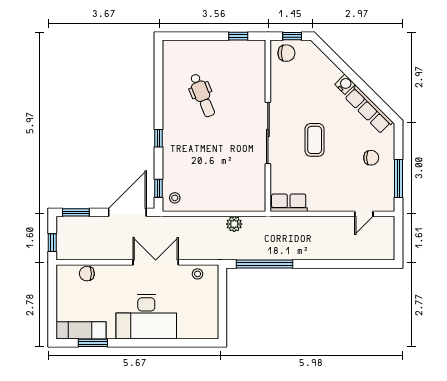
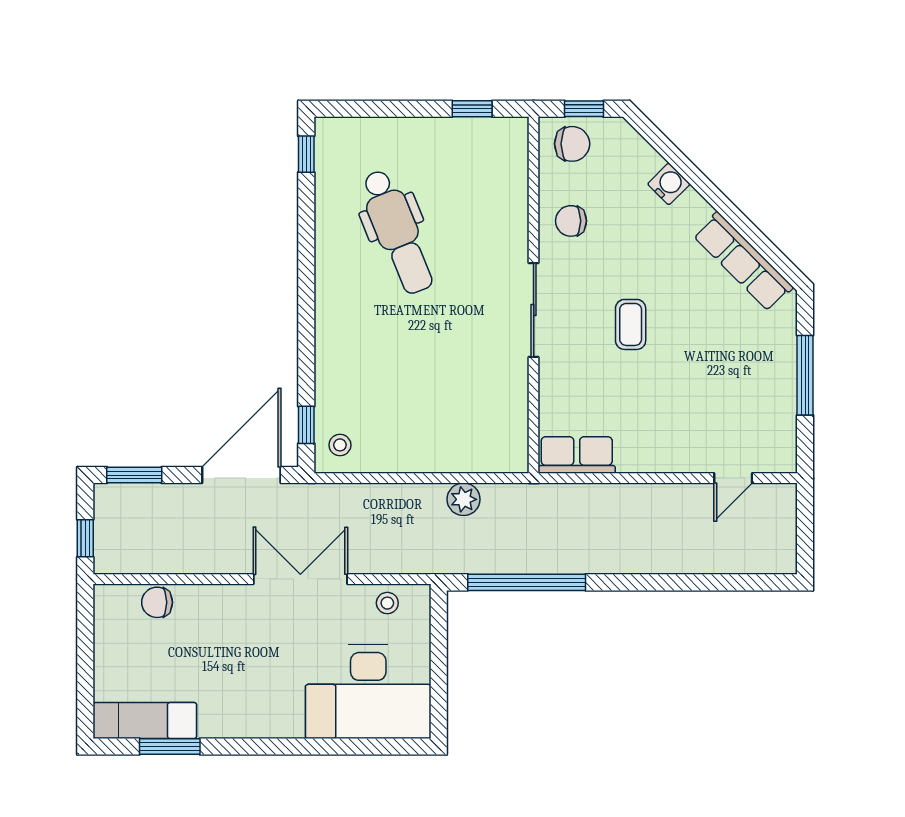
water cooler: (345, 84) -> (669, 184), moved
dental chair: (202, 95) -> (397, 232), width x1.36, depth x1.38
sliding door: (268, 133) -> (534, 310), width x0.73
window: (159, 138) -> (306, 154), moved
coffee table: (315, 140) -> (631, 324), width x0.73, depth x0.77
chair: (371, 158) -> (571, 221), moved, turned 180
window: (398, 179) -> (805, 375), moved
desk: (146, 317) -> (368, 692), moved

